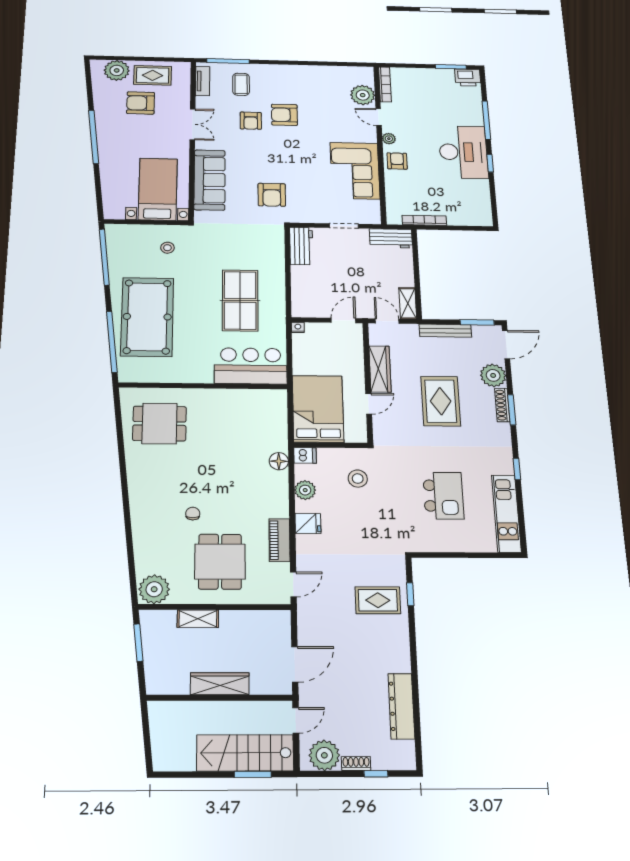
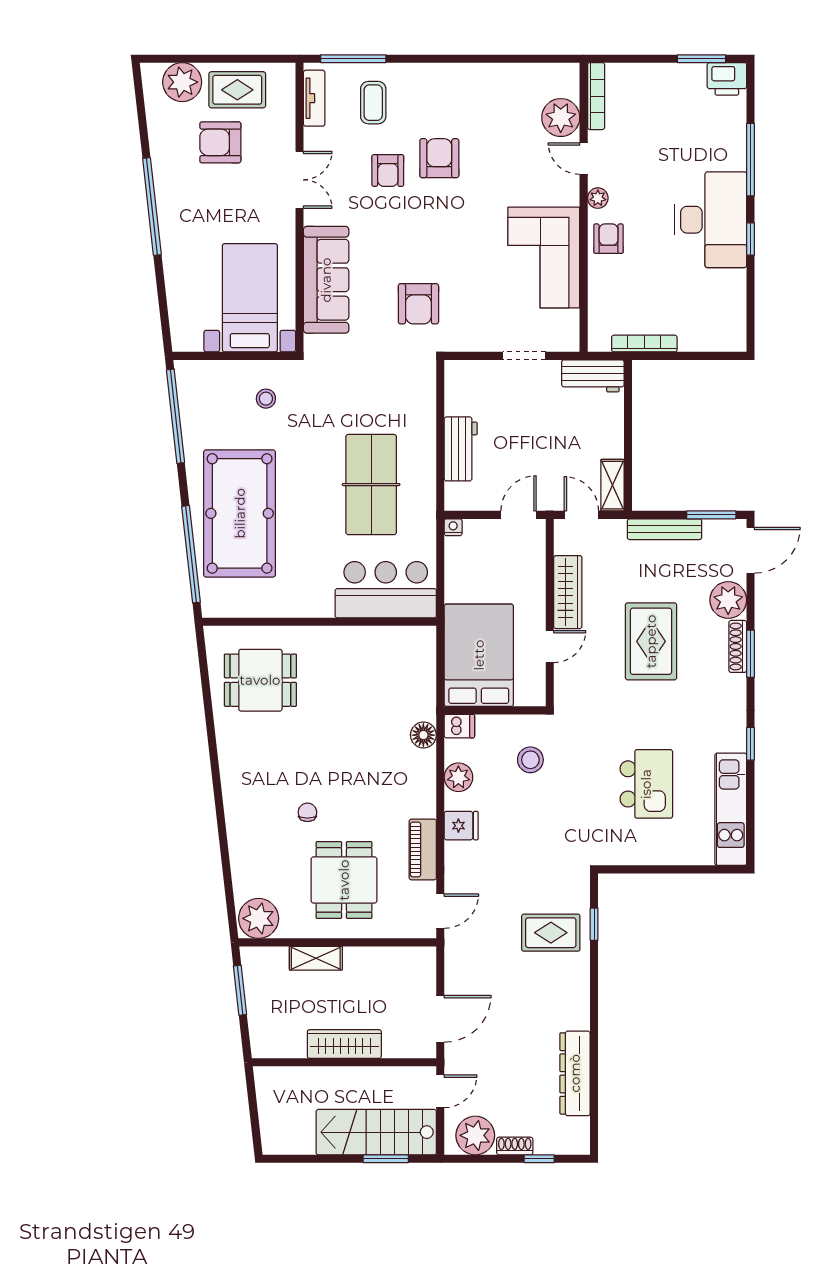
armchair: (284, 115) -> (439, 158), turned 90
workbench: (301, 246) -> (461, 449), moved

